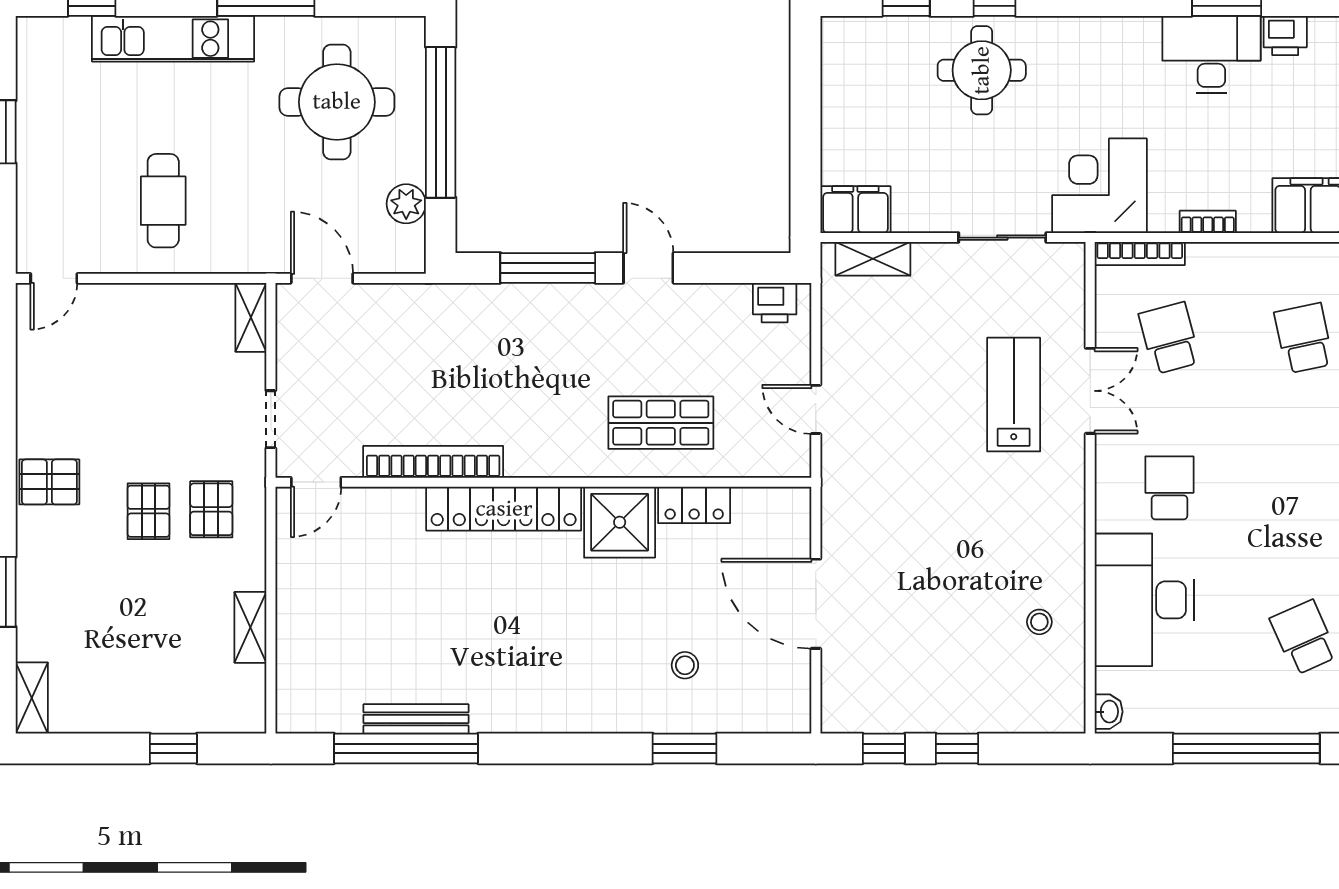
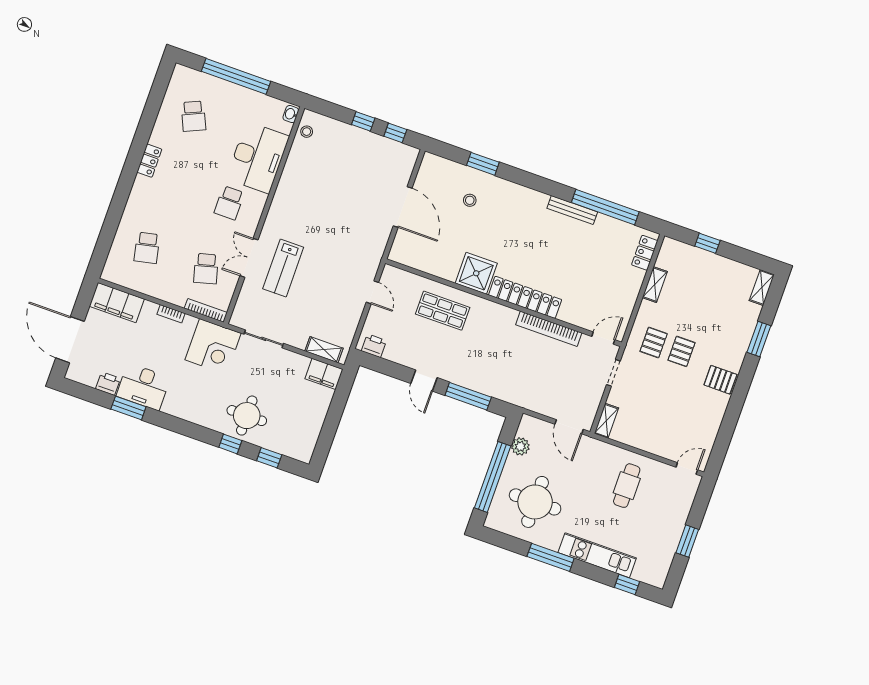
locker: (694, 505) -> (645, 253), moved, turned -90
stool: (1039, 622) -> (307, 132), moved
bench: (416, 719) -> (572, 210), moved

